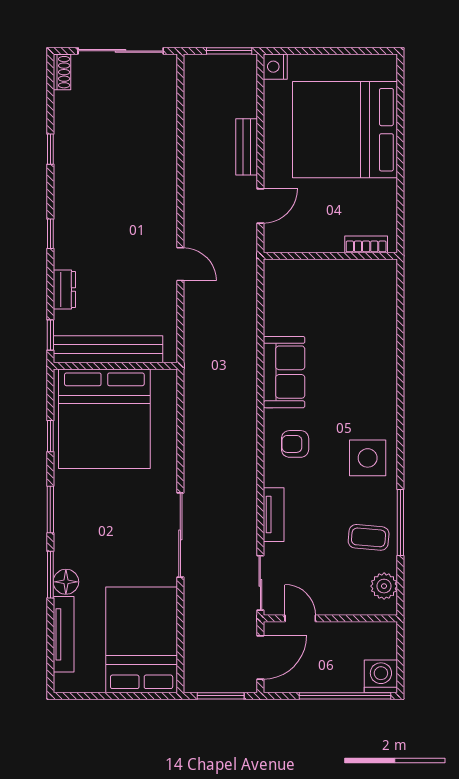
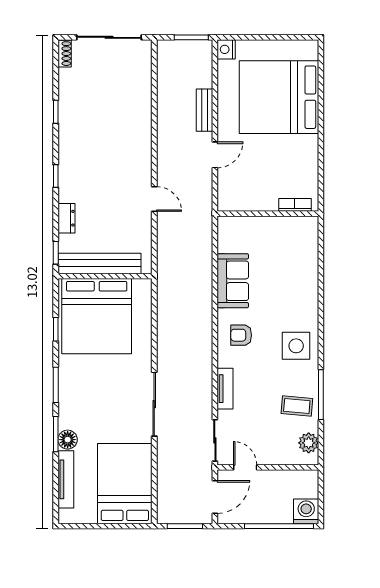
bookcase: (366, 244) -> (295, 205), moved
wall: (330, 256) -> (268, 214), moved

